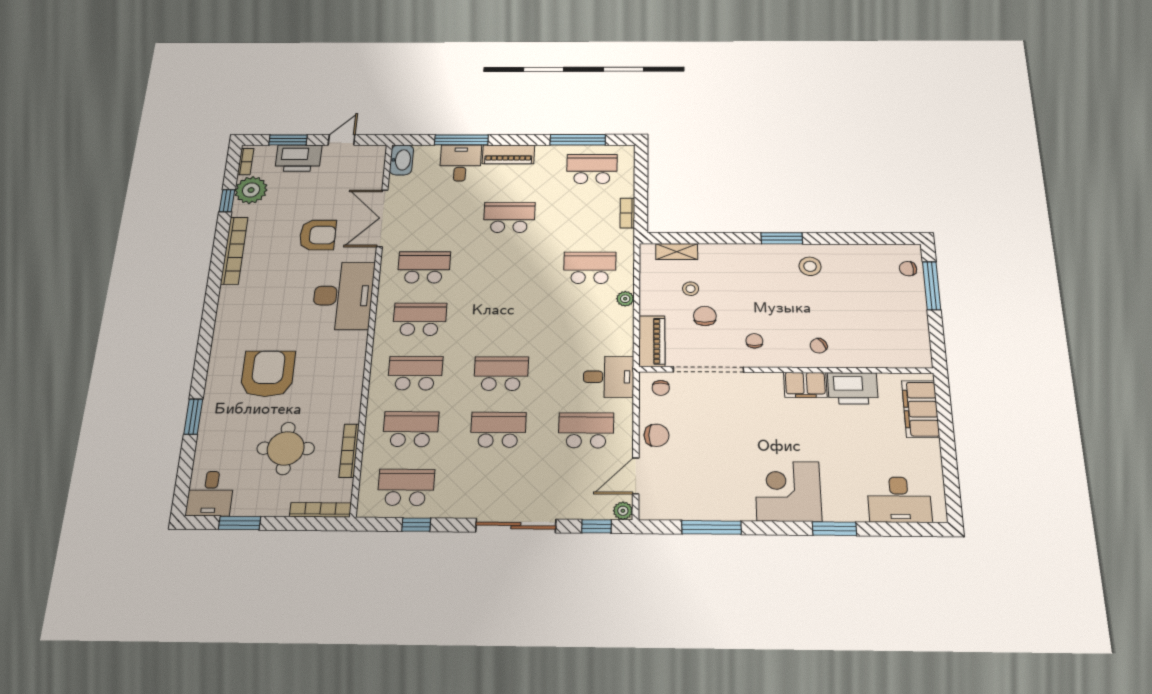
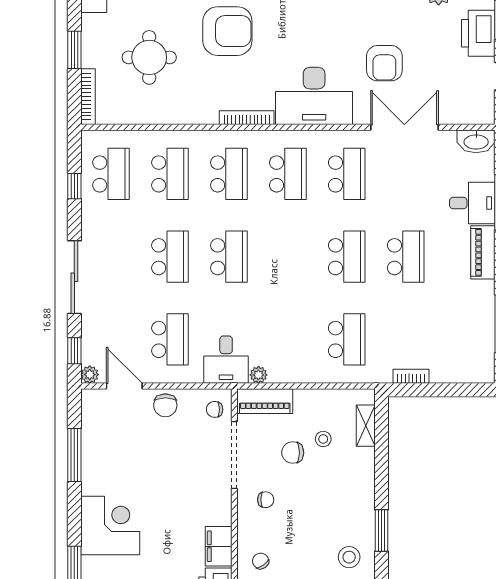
school desk: (592, 169) -> (347, 257), moved
plant: (625, 299) -> (258, 375), moved
chair: (705, 316) -> (293, 453), turned 180
bookcase: (349, 451) -> (247, 118), moved
window: (240, 523) -> (74, 50), moved

